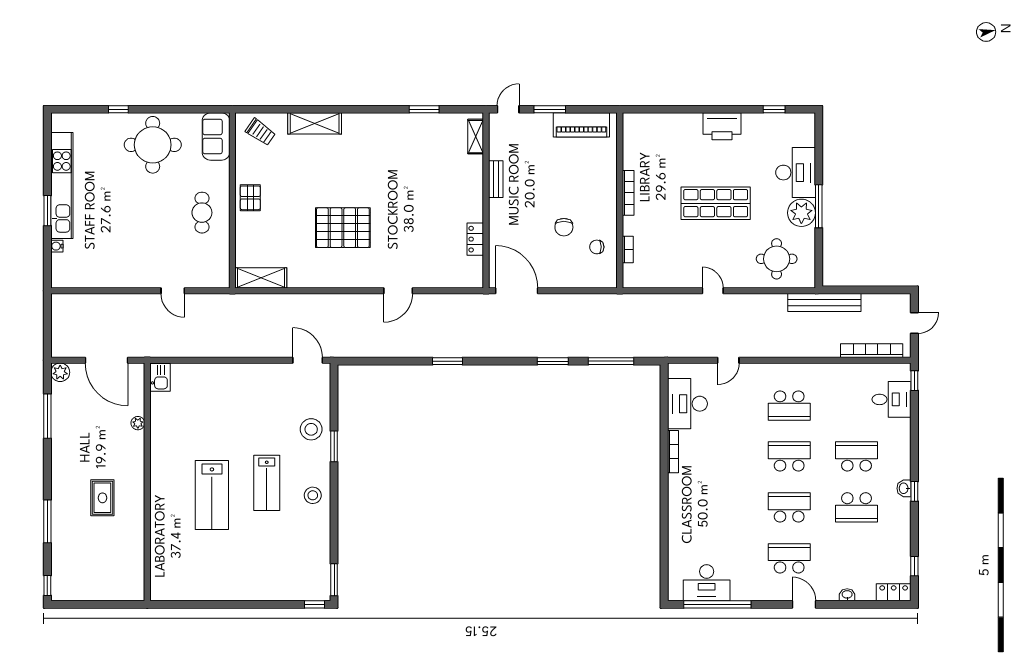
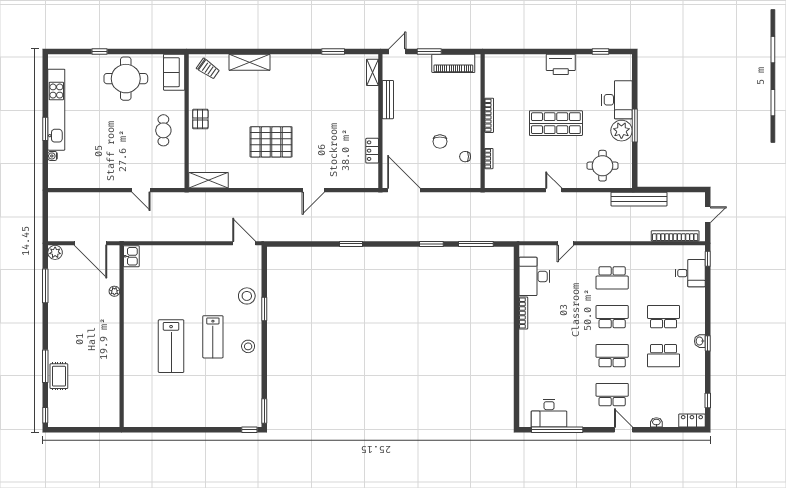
bench: (496, 179) -> (388, 100), width x1.36
rug: (102, 498) -> (59, 376), moved

